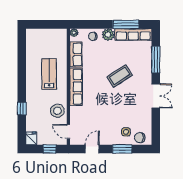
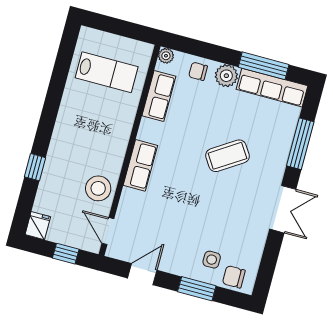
lab bench: (49, 74) -> (107, 72), moved, turned 90
row of seats: (76, 87) -> (140, 165), width x0.68

